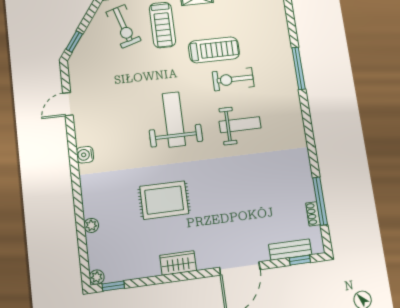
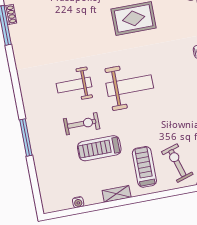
weight bench: (174, 119) -> (130, 86), turned -90

